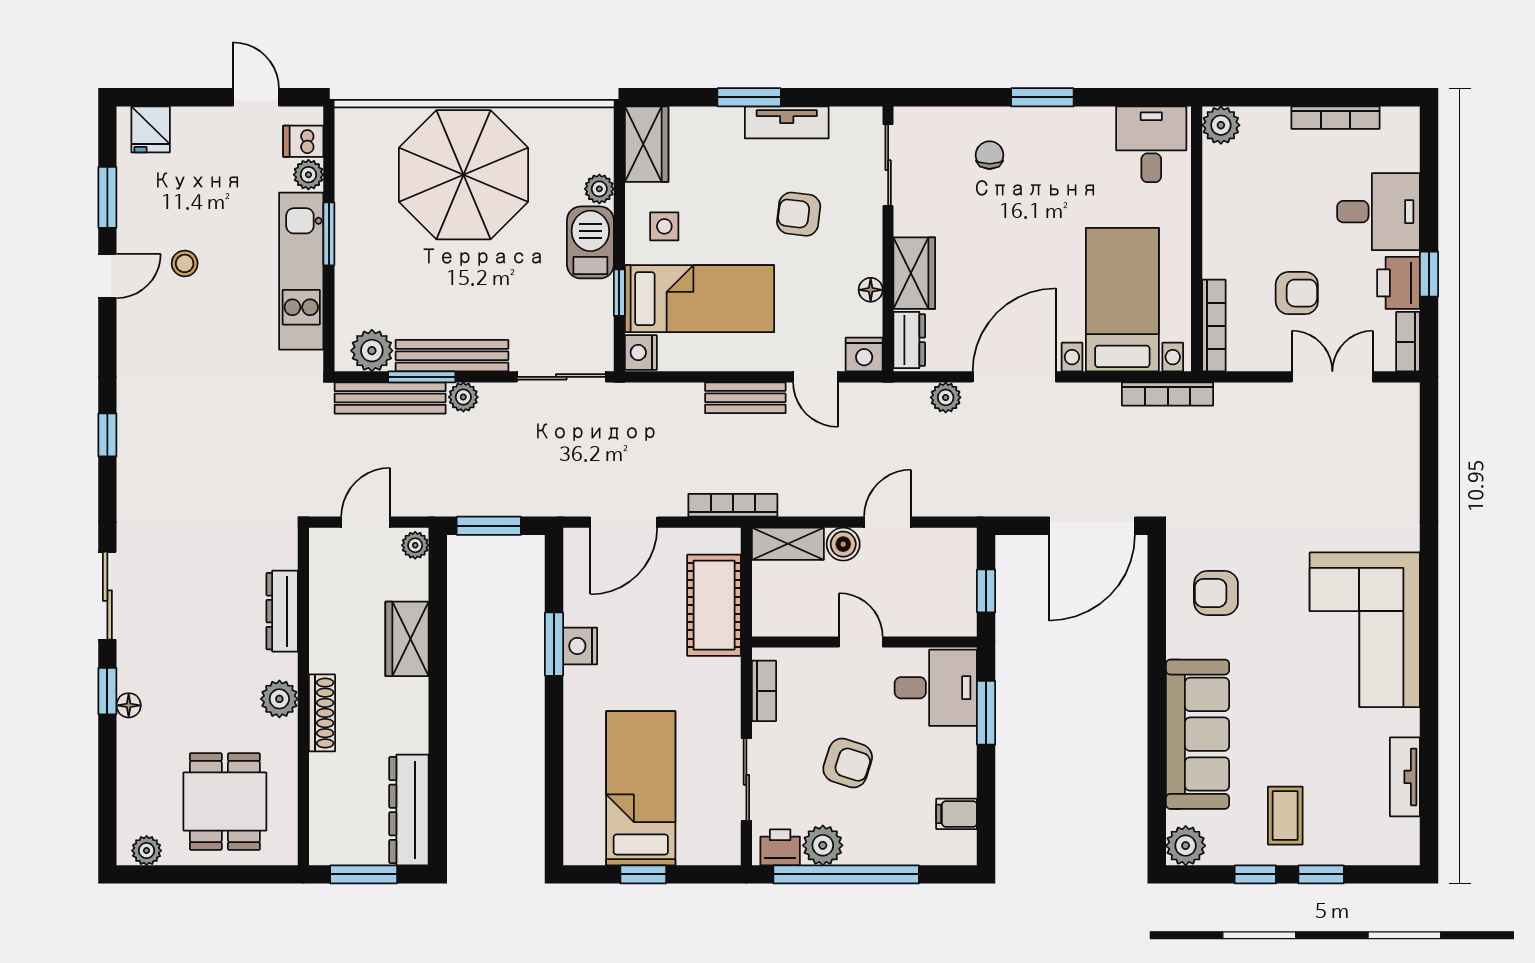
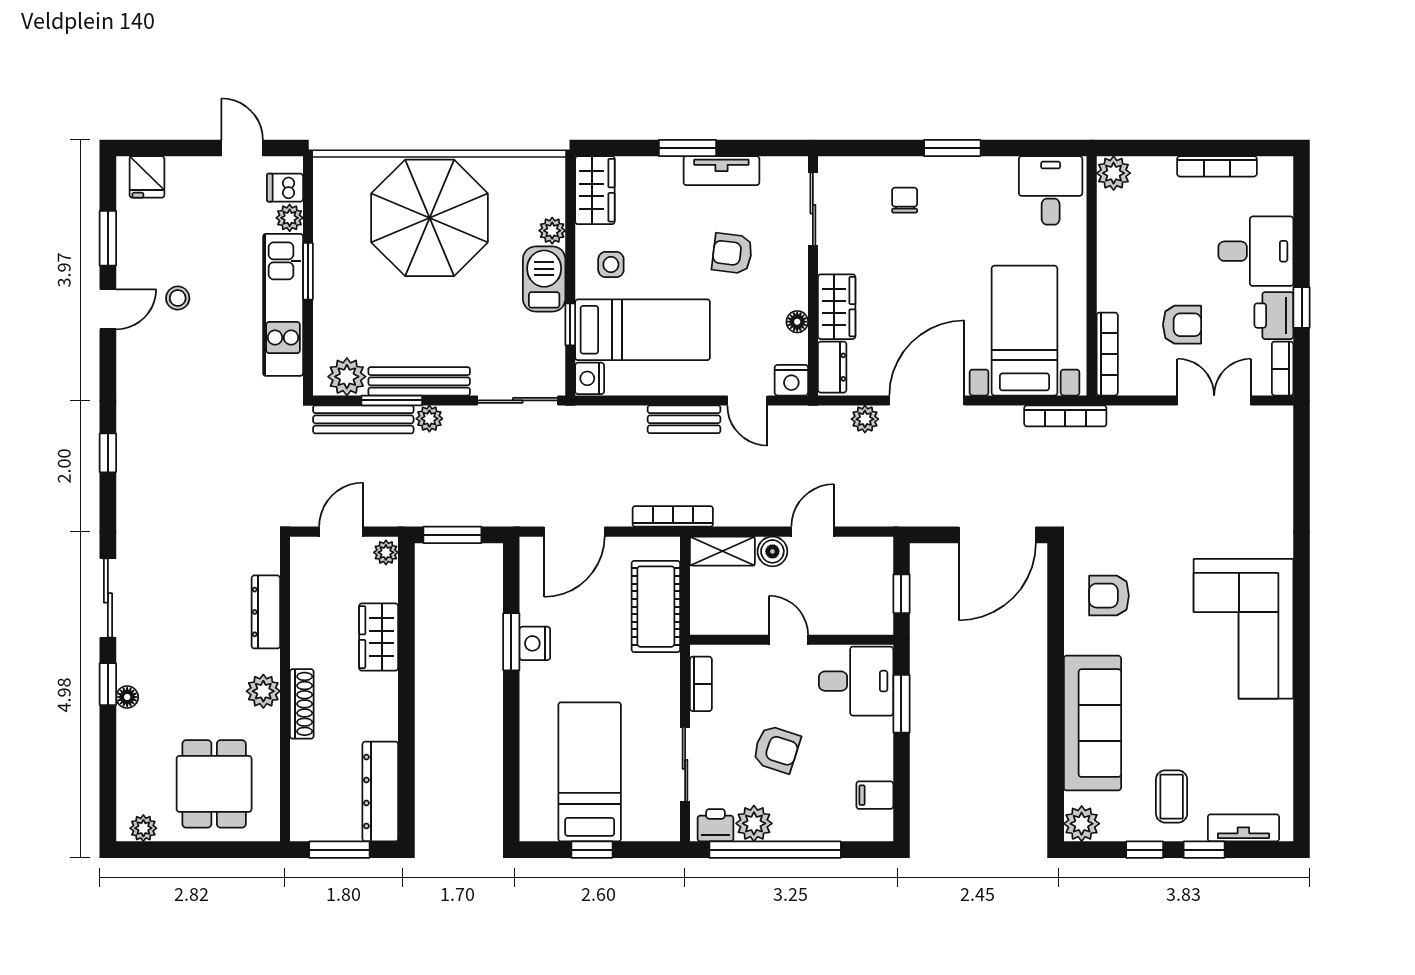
tv unit: (1405, 777) -> (1243, 828), moved, turned 90

